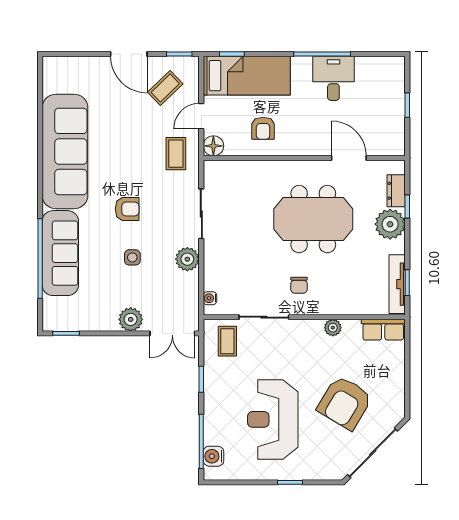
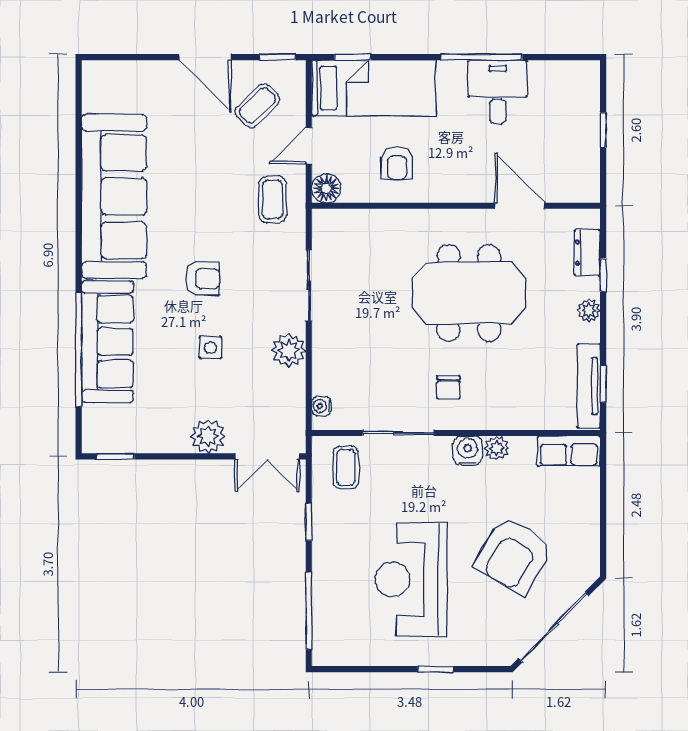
plant: (390, 224) -> (589, 310), width x0.53, depth x0.53
water cooler: (213, 456) -> (468, 451), moved, turned 90

